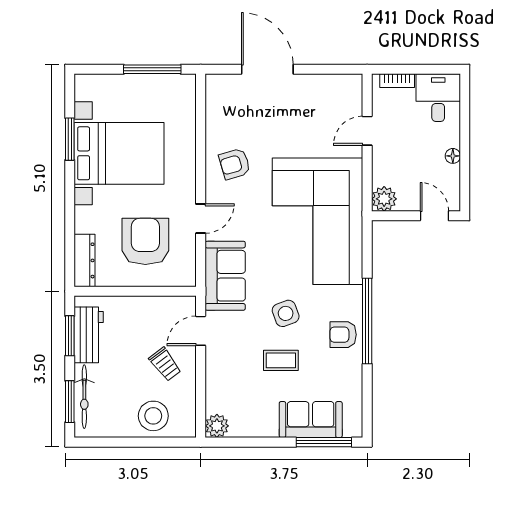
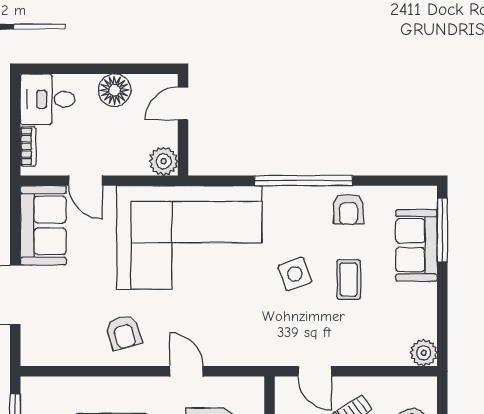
floor lamp: (453, 156) -> (114, 90), width x1.89, depth x1.89
sofa: (225, 276) -> (43, 225), moved, turned 90
armchair: (343, 335) -> (348, 209), moved

